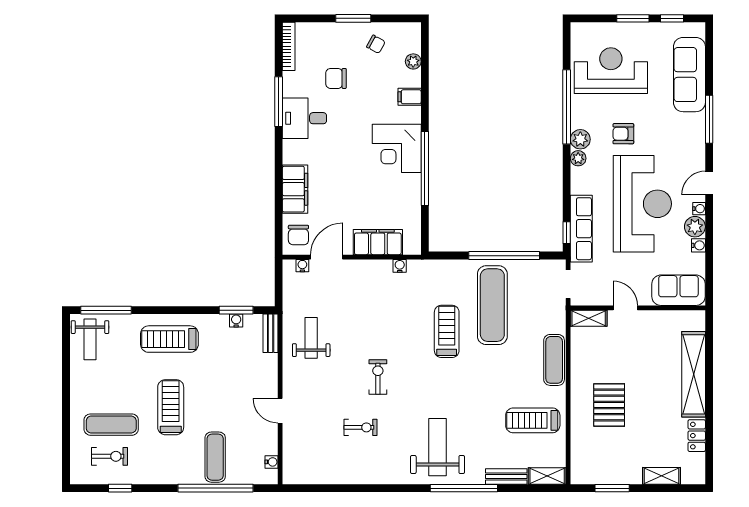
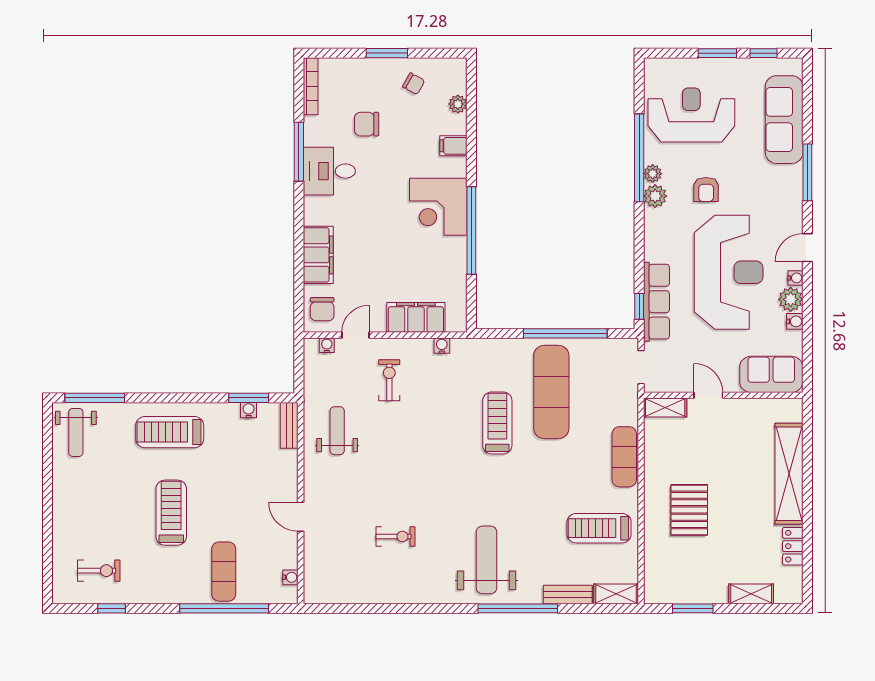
armchair: (623, 134) -> (706, 189), turned -90
plant: (578, 158) -> (653, 174), moved
door: (327, 257) -> (355, 335), width x0.73
exercise bike: (378, 377) -> (389, 380), moved
exercise mat: (111, 425) -> (101, 533), removed

